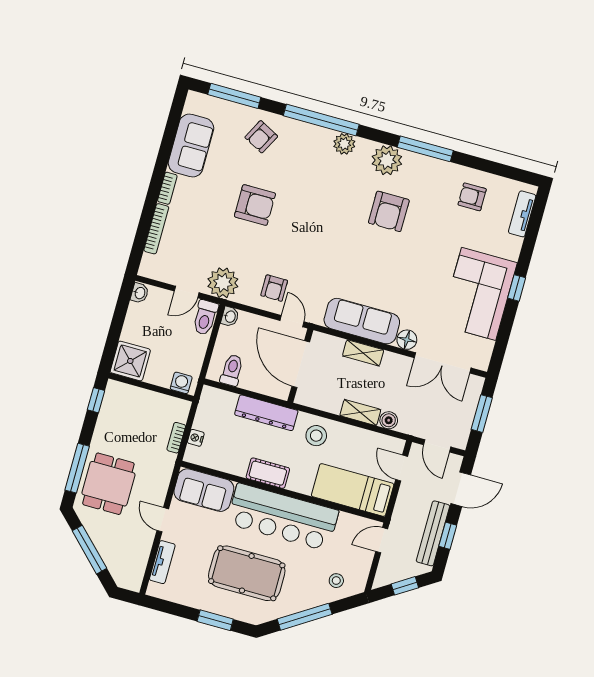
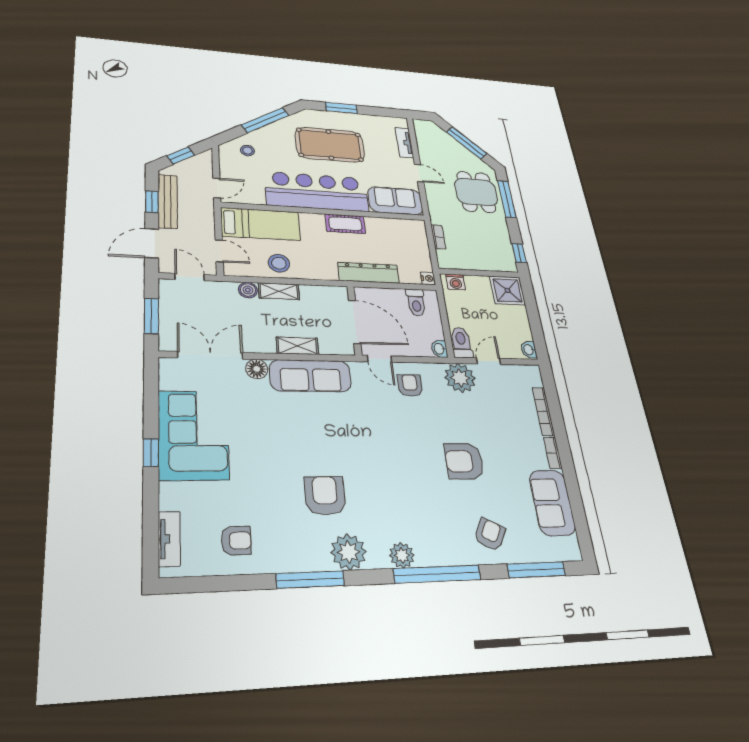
stool: (316, 436) -> (279, 263), moved
nightstand: (196, 438) -> (428, 278), moved

